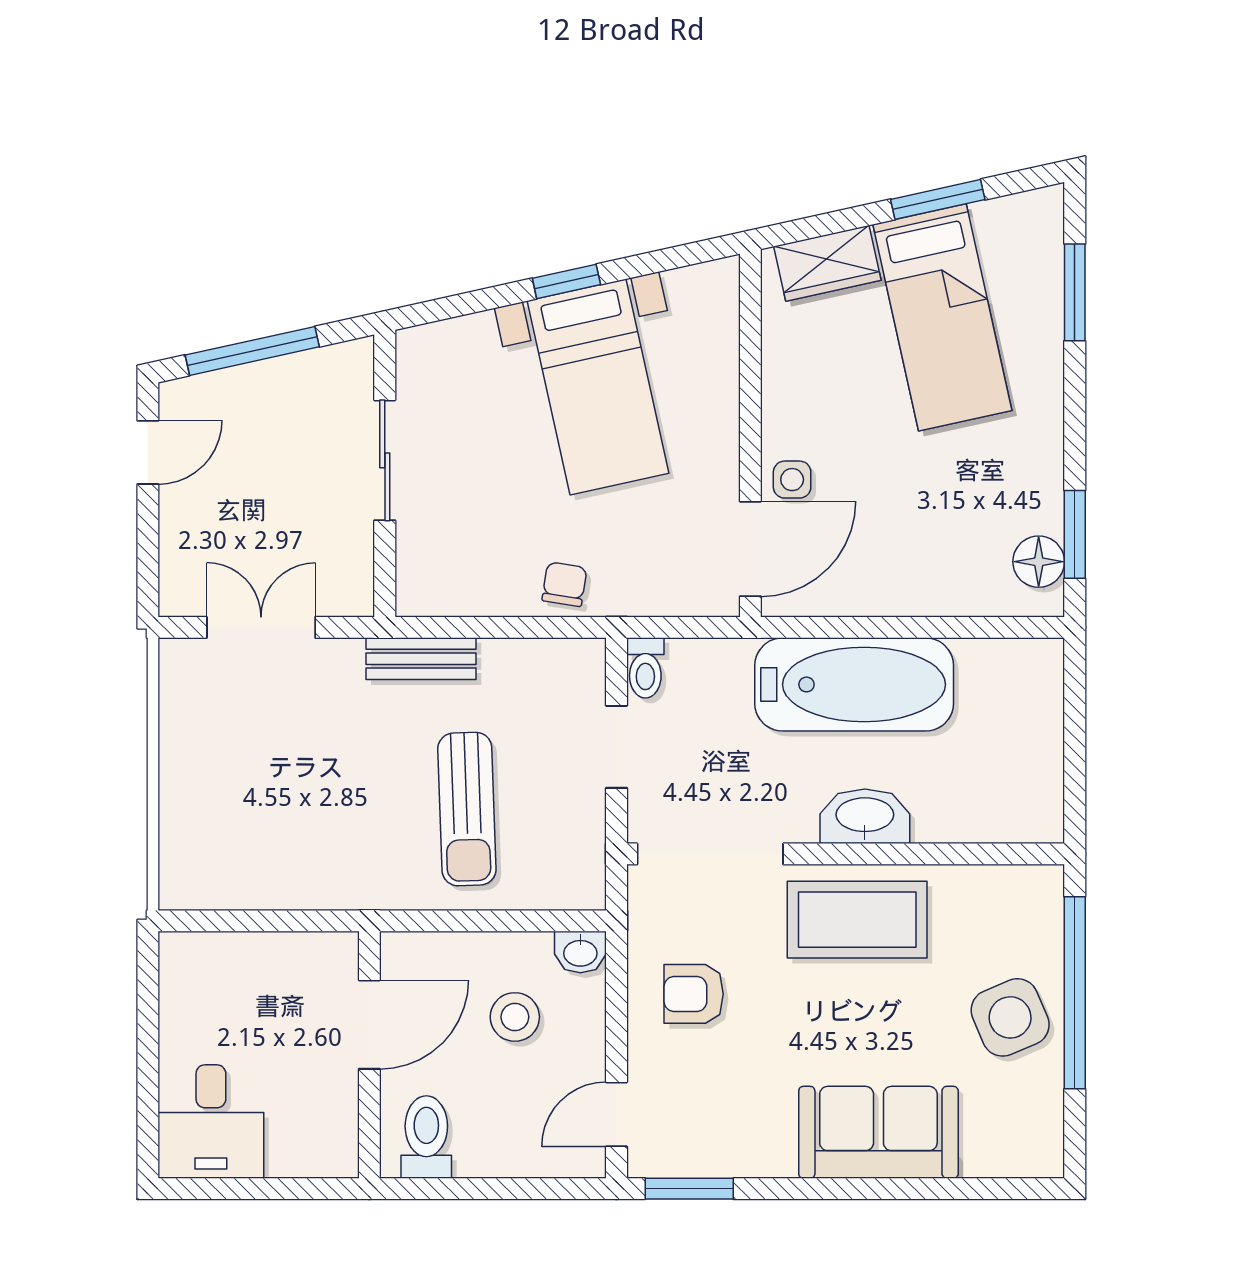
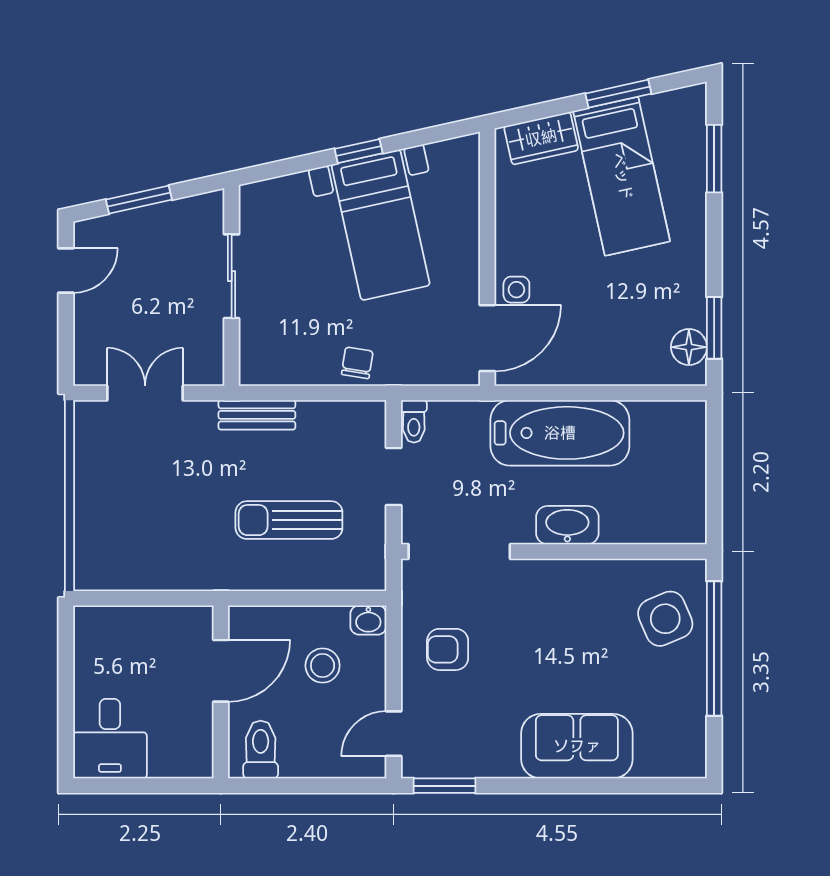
window: (252, 351) -> (139, 200), width x0.69
sun lounger: (467, 809) -> (289, 520), turned 92
coffee table: (857, 920) -> (562, 597), removed
side table: (1010, 1017) -> (665, 619), moved

